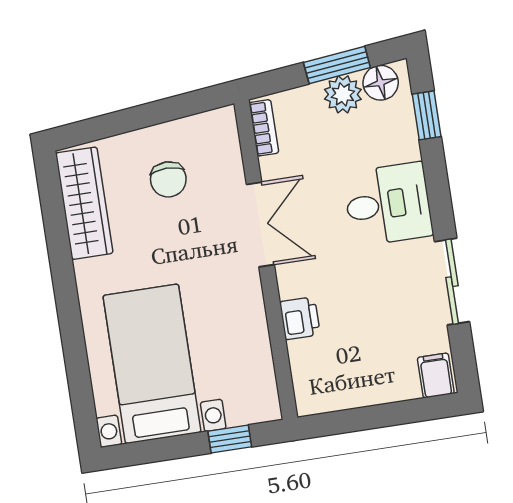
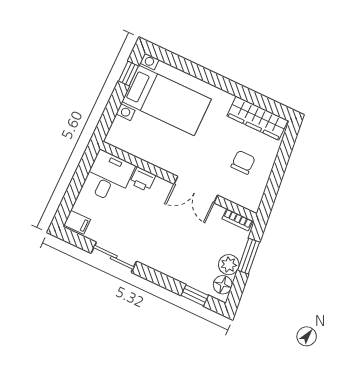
window: (337, 65) -> (249, 256), moved
chair: (168, 179) -> (243, 162), turned 90
desk: (388, 204) -> (109, 177), moved, turned 180
window: (230, 439) -> (129, 74), moved

